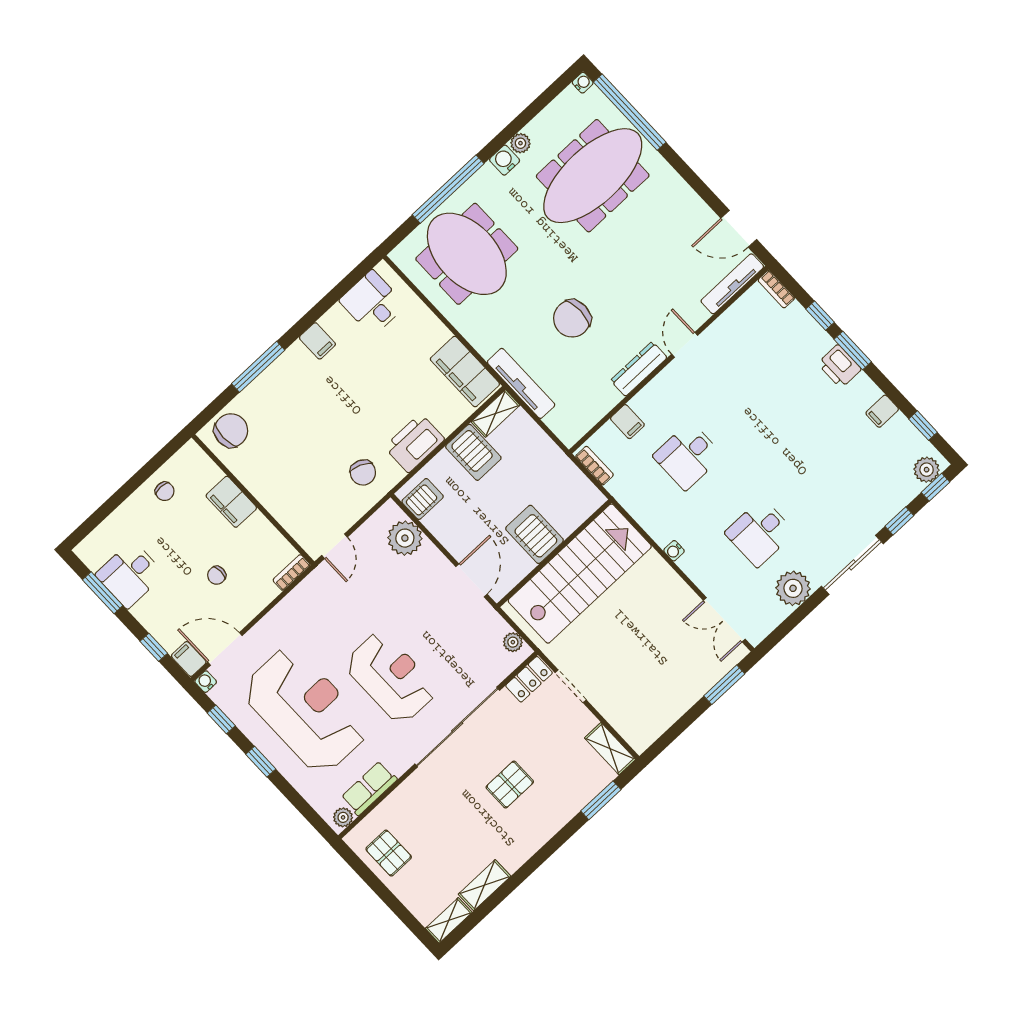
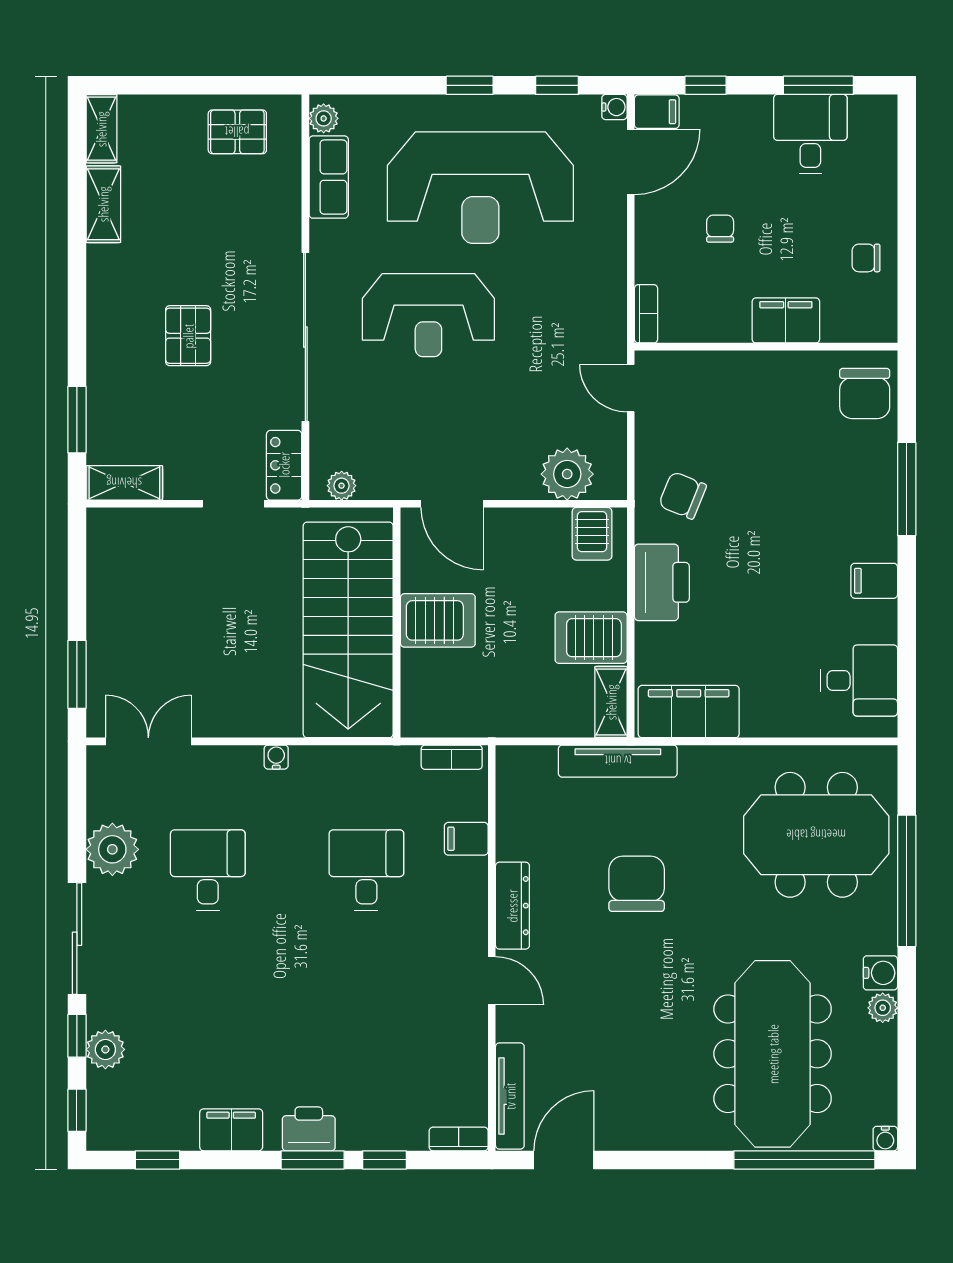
filing cabinet: (882, 411) -> (231, 1130), width x2.00
plant: (927, 470) -> (105, 1049), moved

